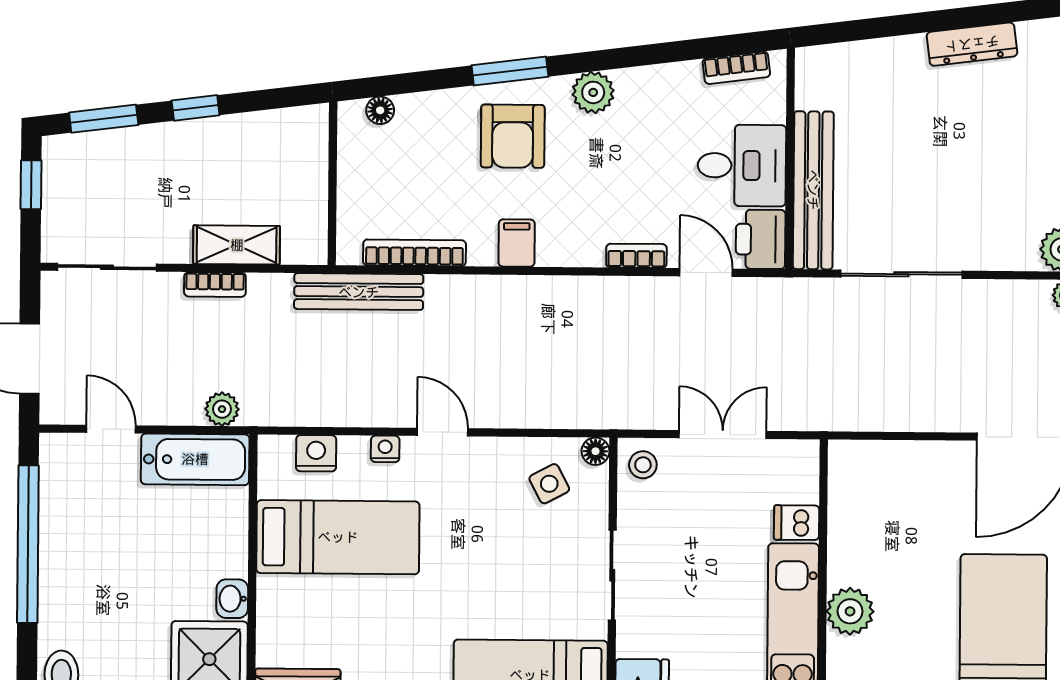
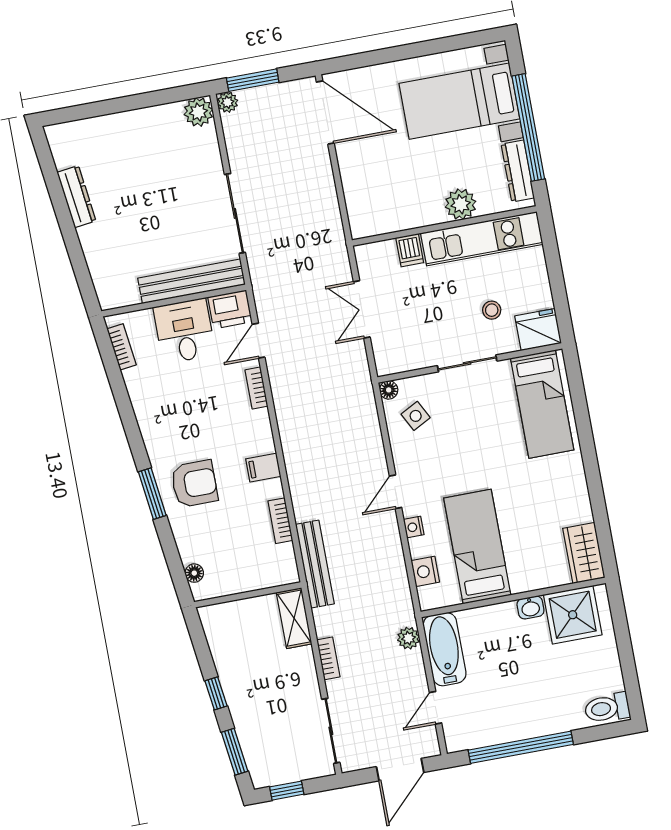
plant: (593, 92) -> (156, 437), removed
shelving: (237, 245) -> (294, 618), moved
bookcase: (414, 253) -> (280, 521), width x0.64
stool: (643, 465) -> (492, 310), moved

